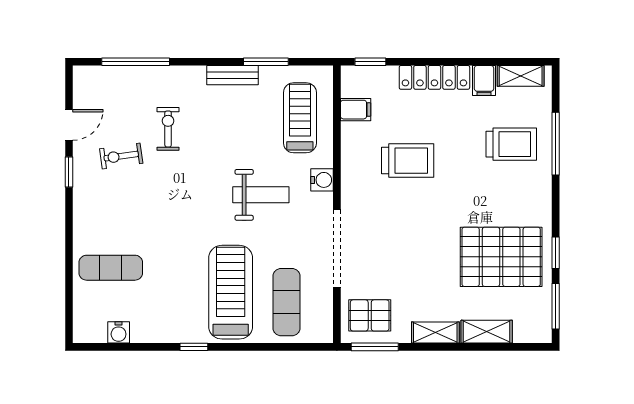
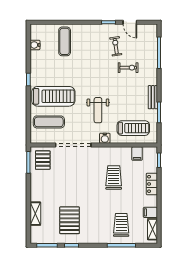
locker: (434, 77) -> (152, 184), width x0.66
trolley: (511, 144) -> (121, 225), turned 180
trolley: (408, 161) -> (114, 177), turned 180
pallet: (501, 257) -> (70, 220), width x0.73, depth x0.71
shelving: (435, 332) -> (35, 190), removed

